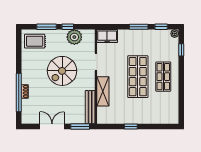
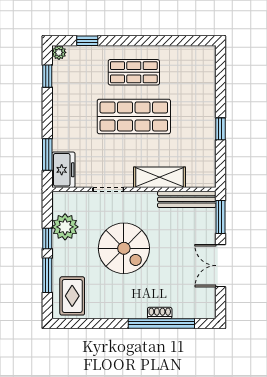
window: (139, 27) -> (47, 155), moved

